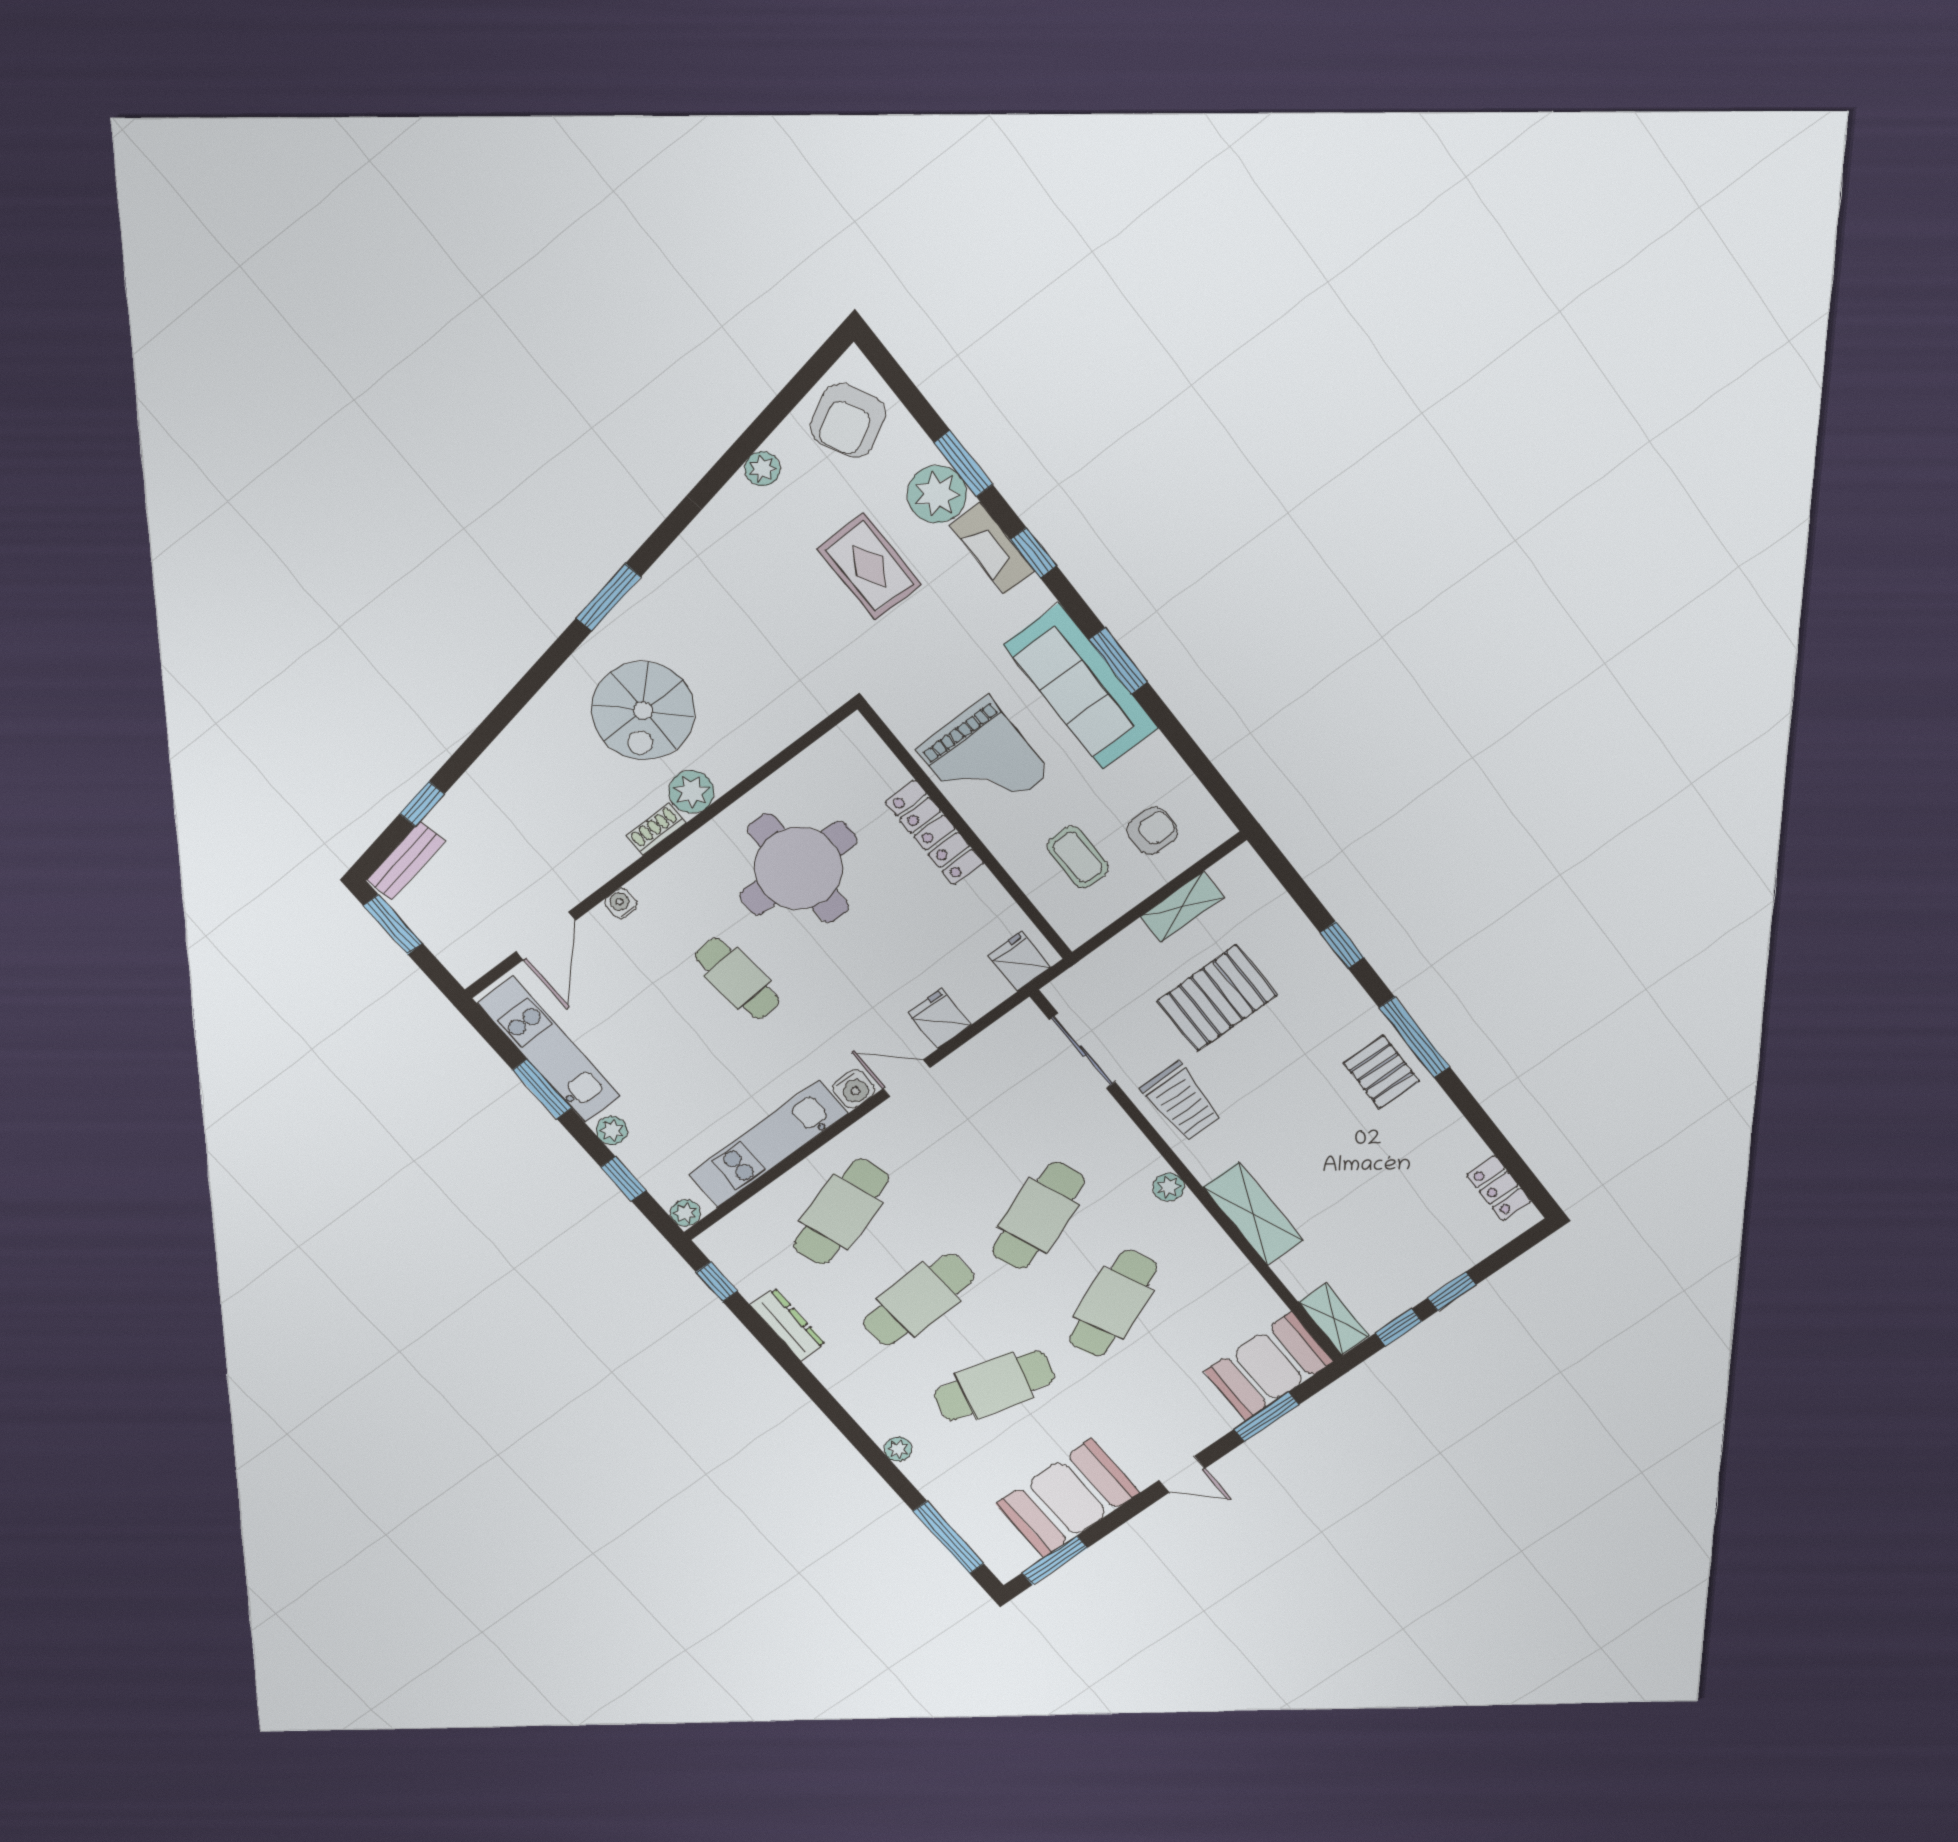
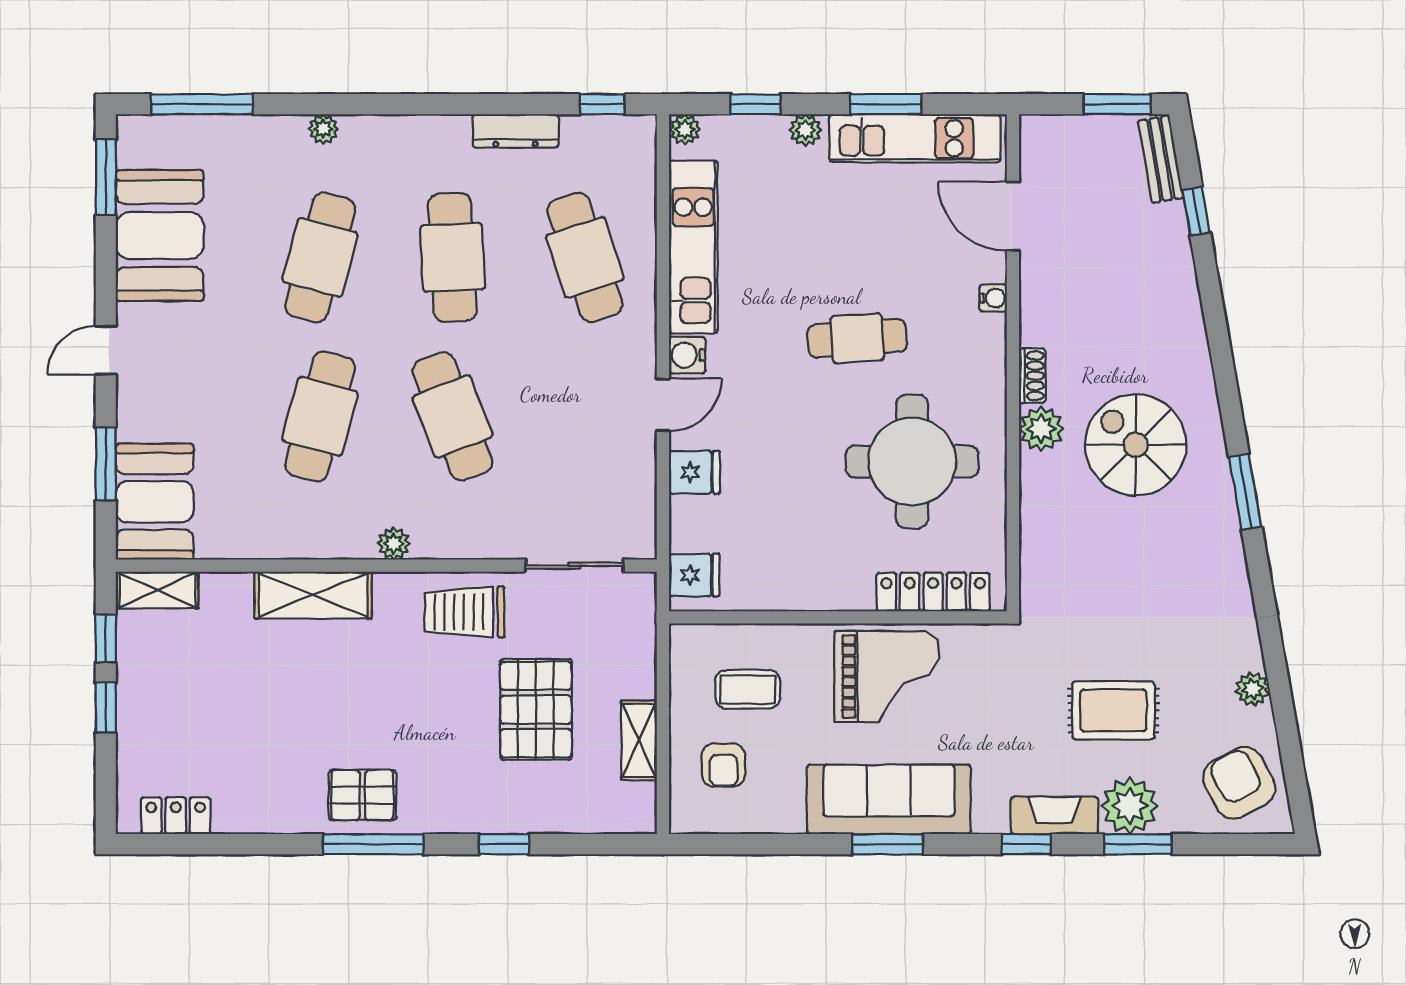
grand piano: (984, 761) -> (887, 677), turned 180
locker: (934, 833) -> (933, 592), moved
cafe table: (1113, 1303) -> (320, 416), turned 39

